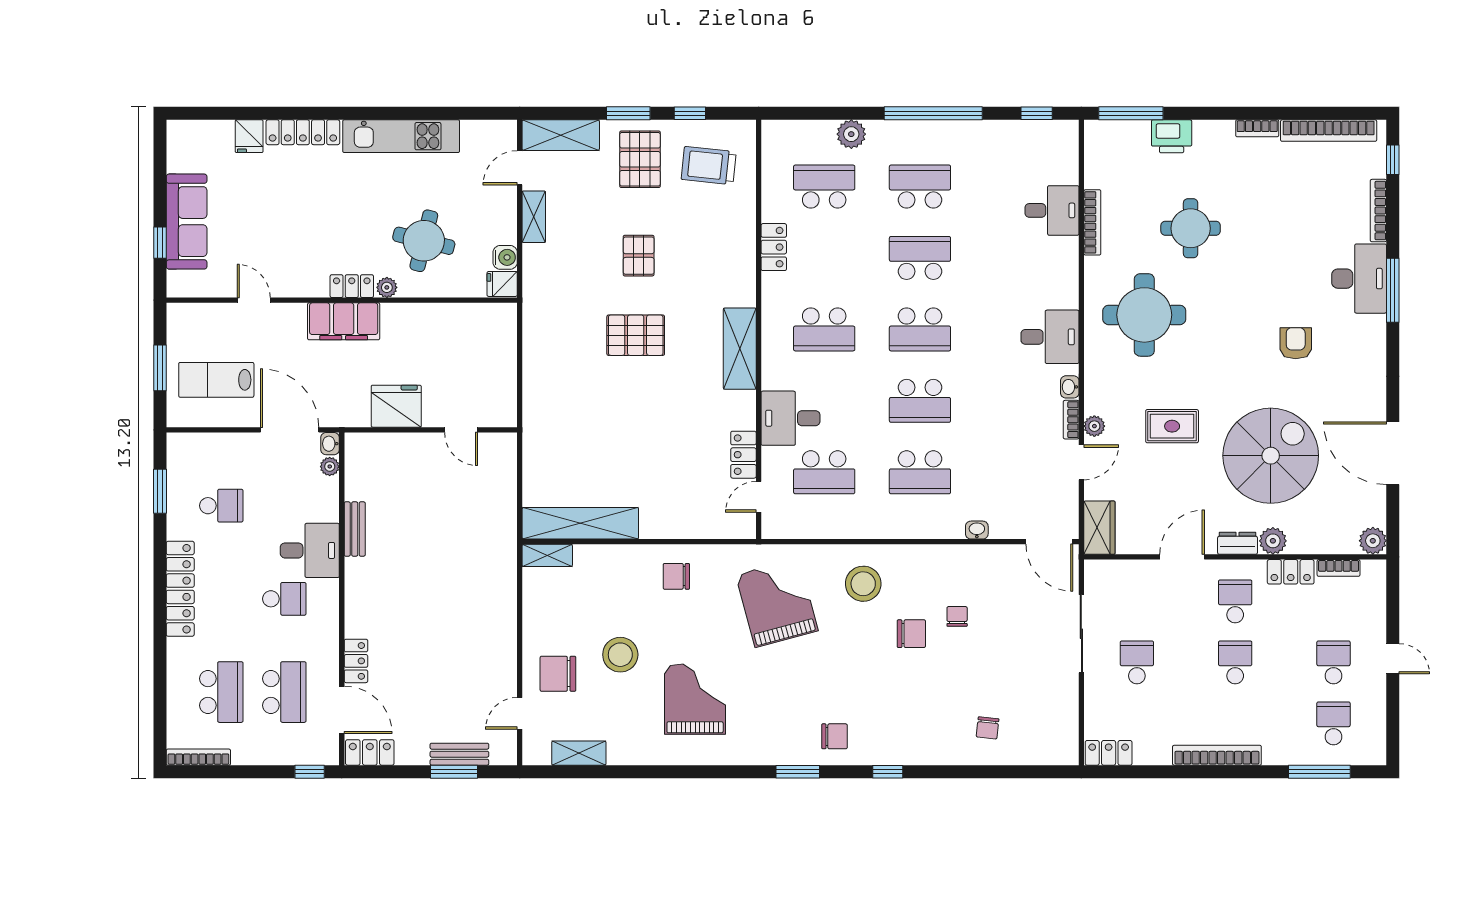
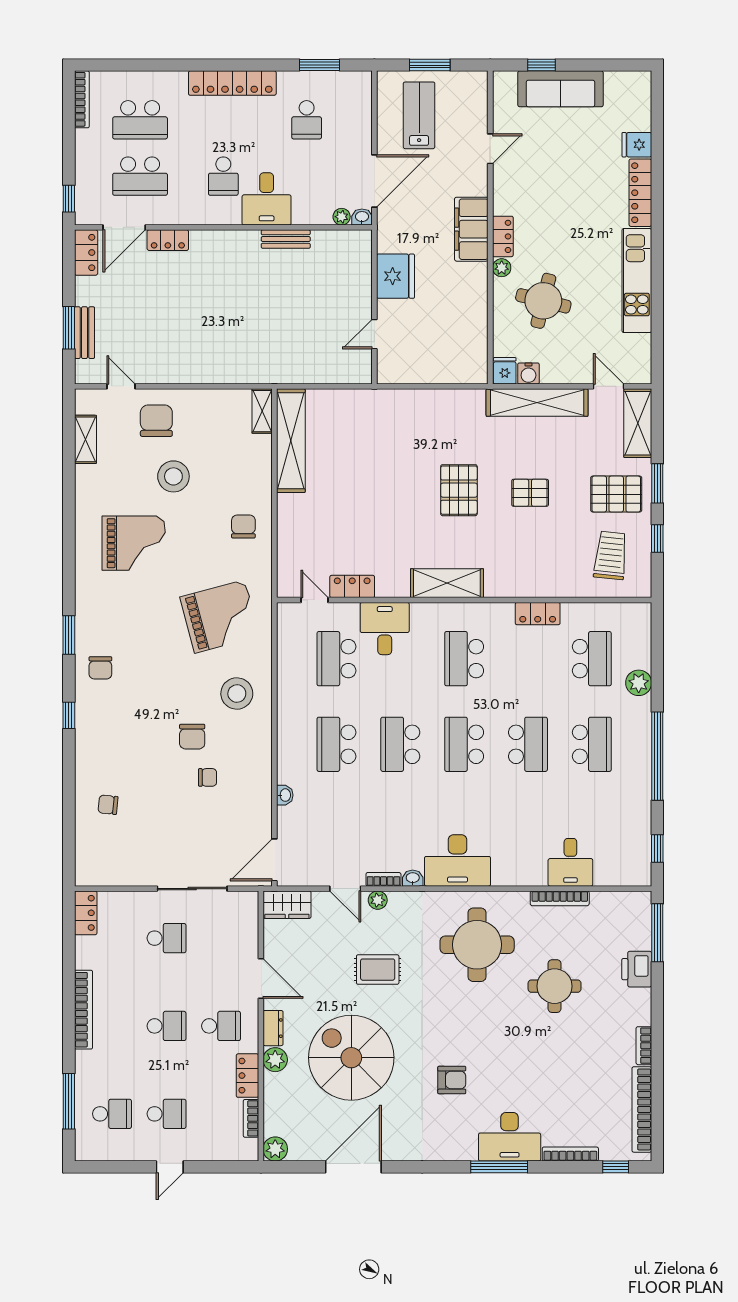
shelving: (534, 217) -> (537, 403), width x2.20, depth x1.33
desk: (1050, 337) -> (457, 860), width x1.37
rug: (1172, 426) -> (378, 970), turned 90
spiral stairs: (1271, 456) -> (351, 1058), turned 180

